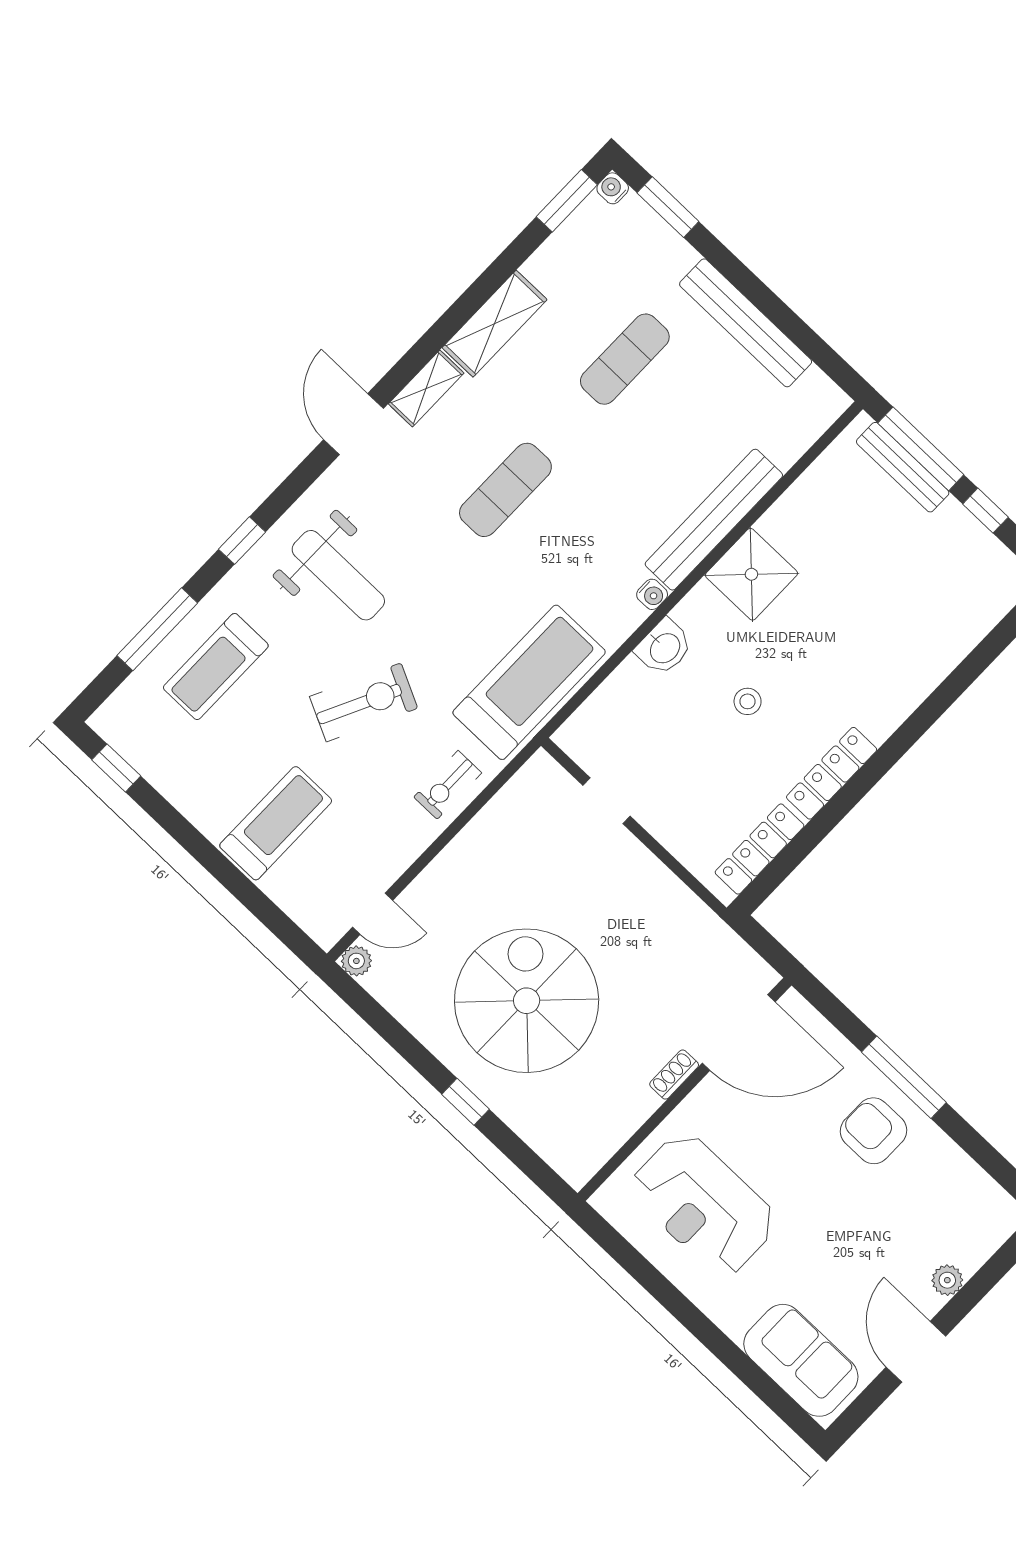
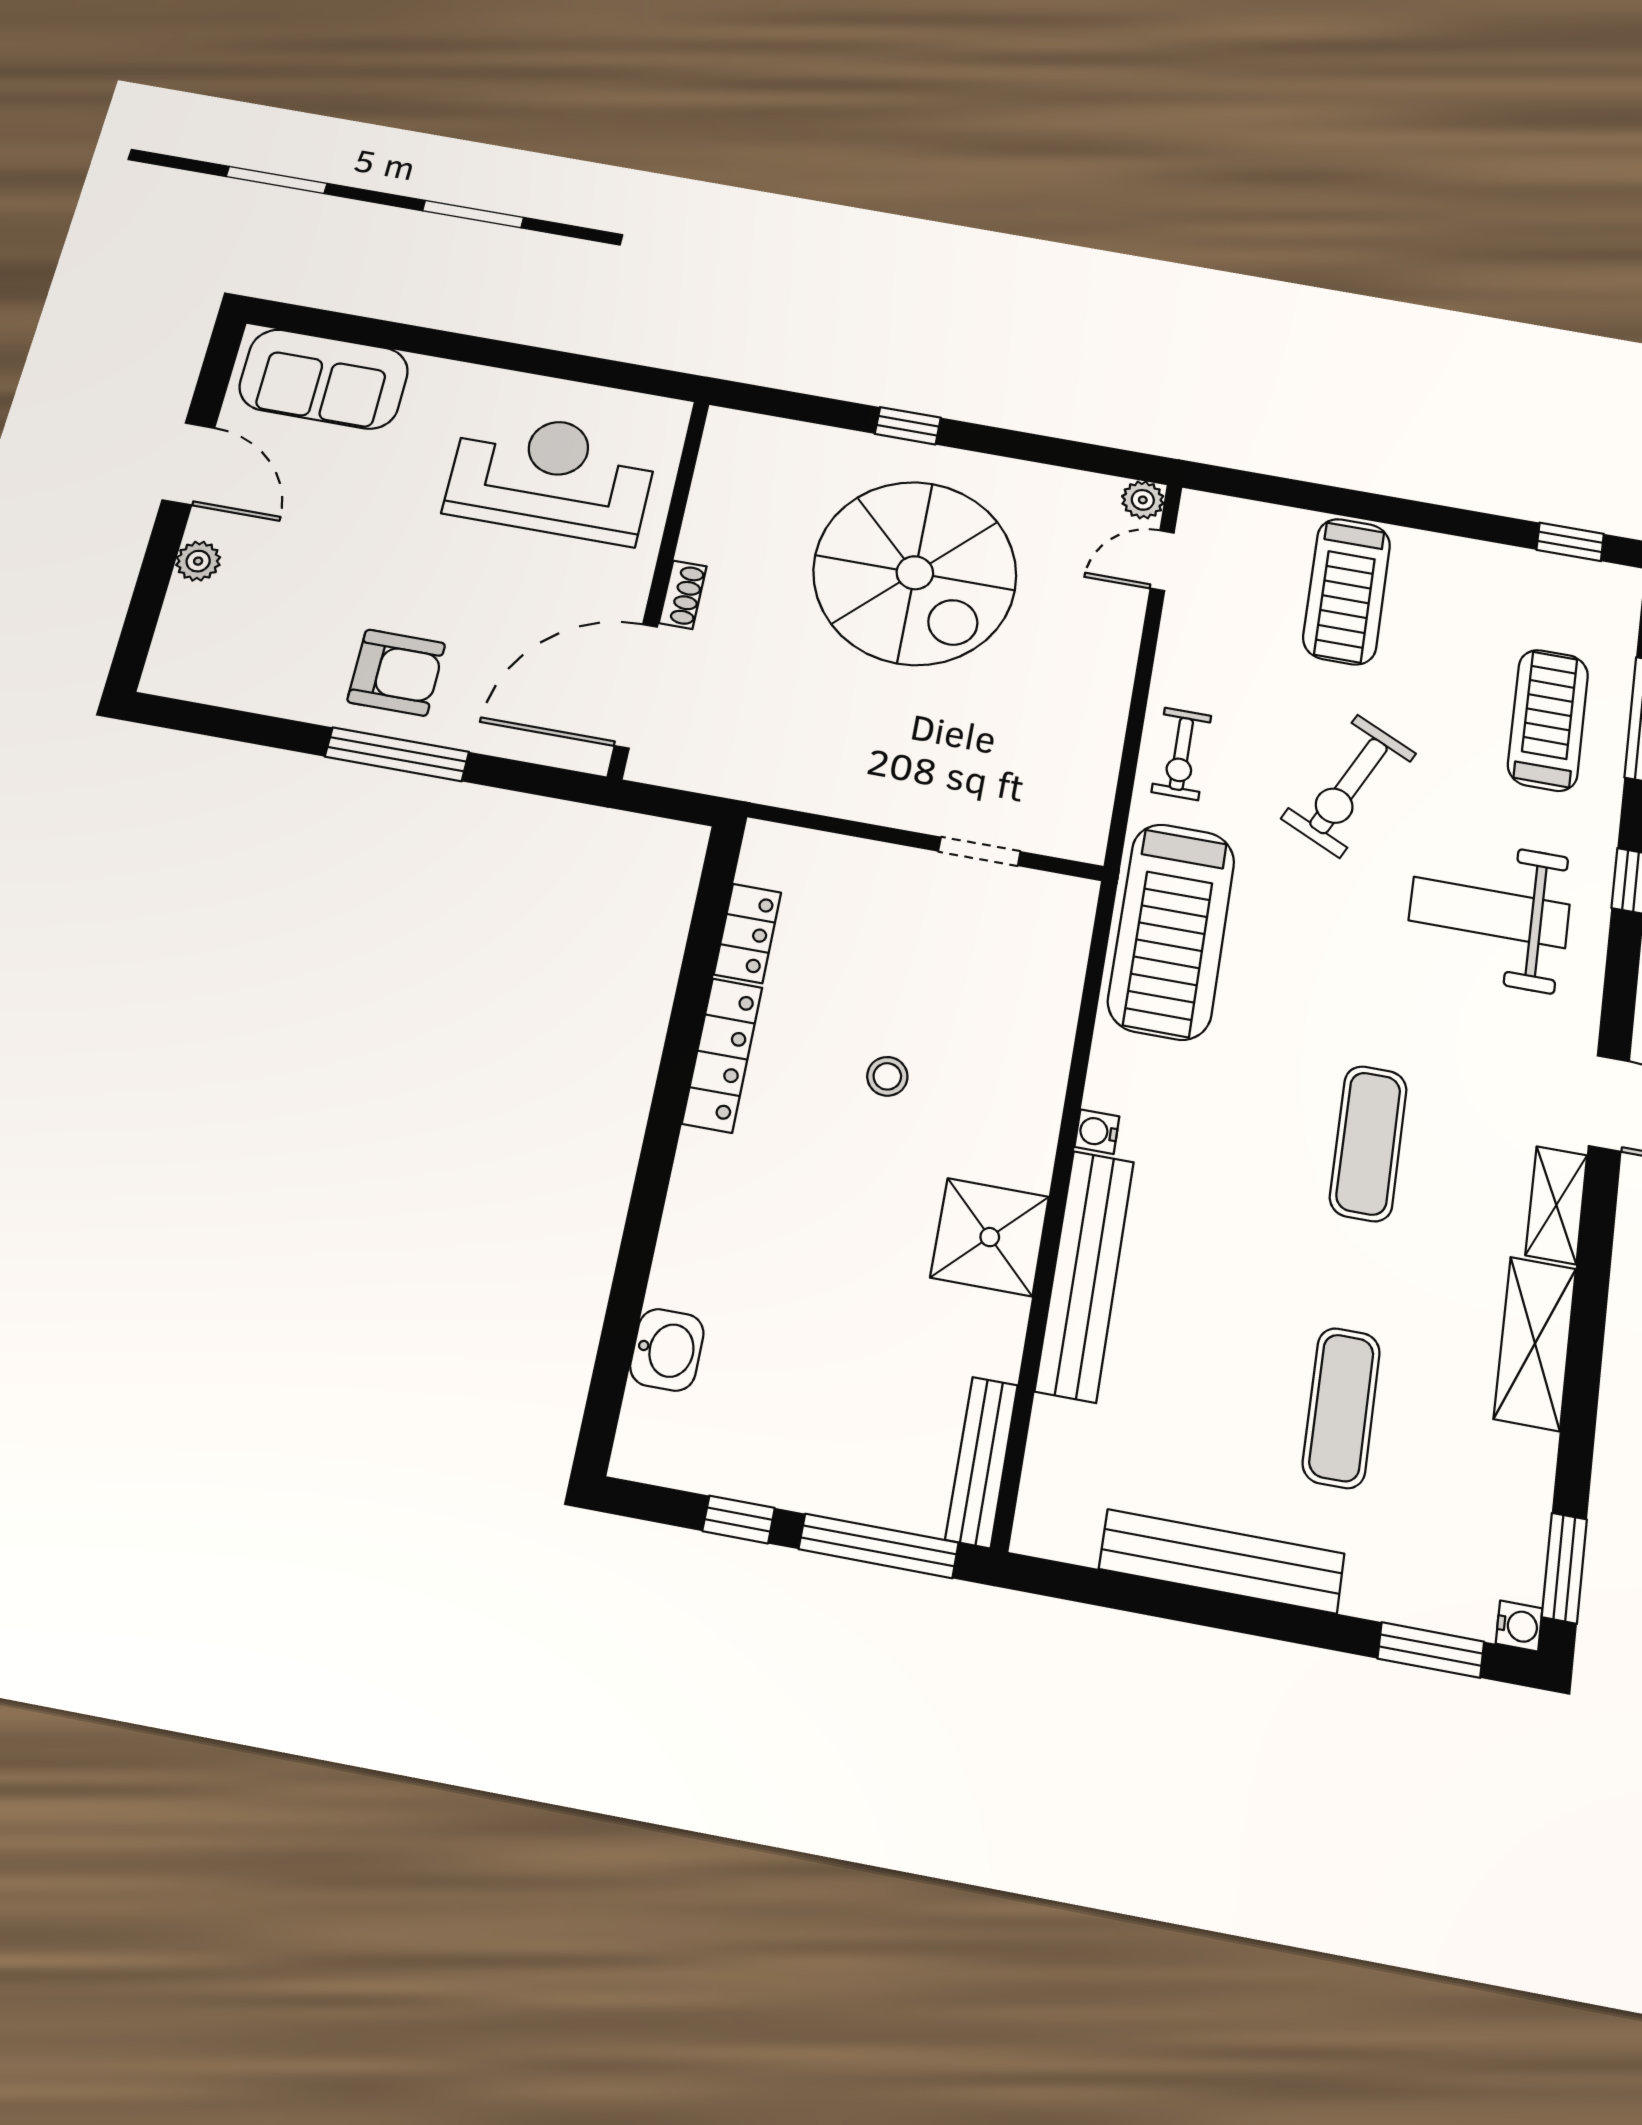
bench: (903, 467) -> (982, 1462), moved, turned 90
washbasin: (664, 647) -> (667, 1350), moved, turned 180
exercise bike: (448, 785) -> (1181, 754), turned 180
locker: (760, 849) -> (747, 933), width x0.66

